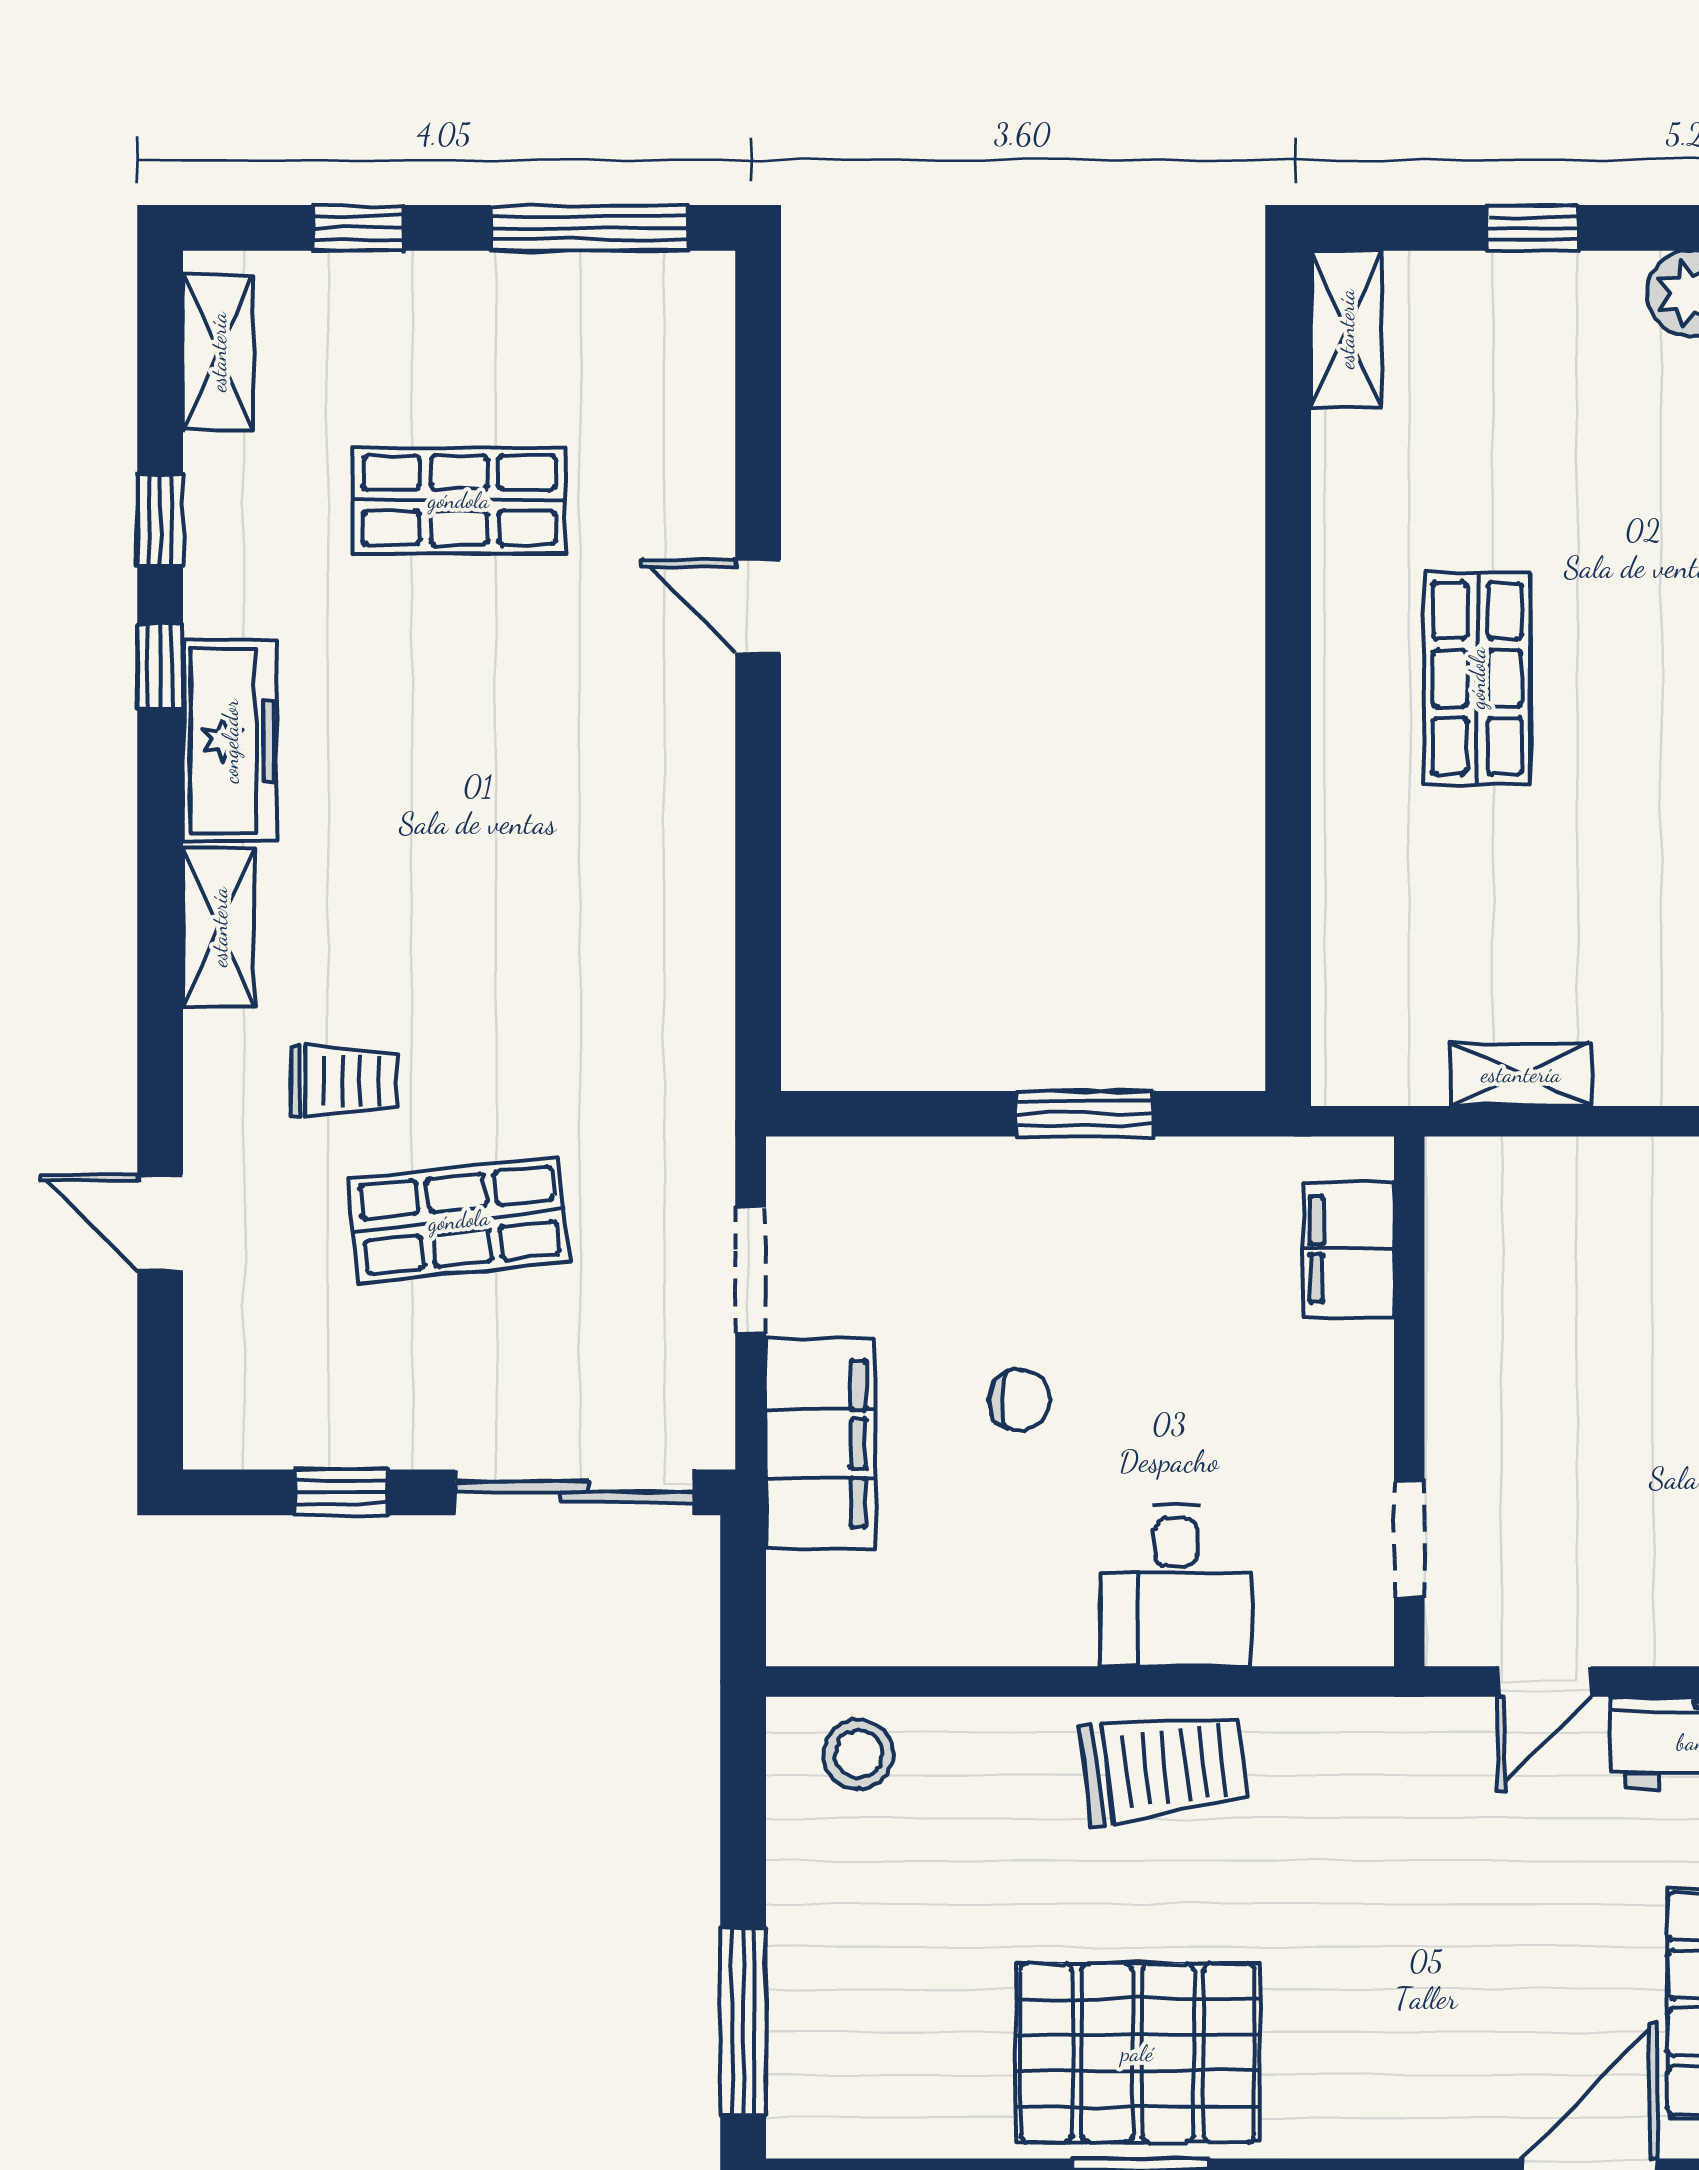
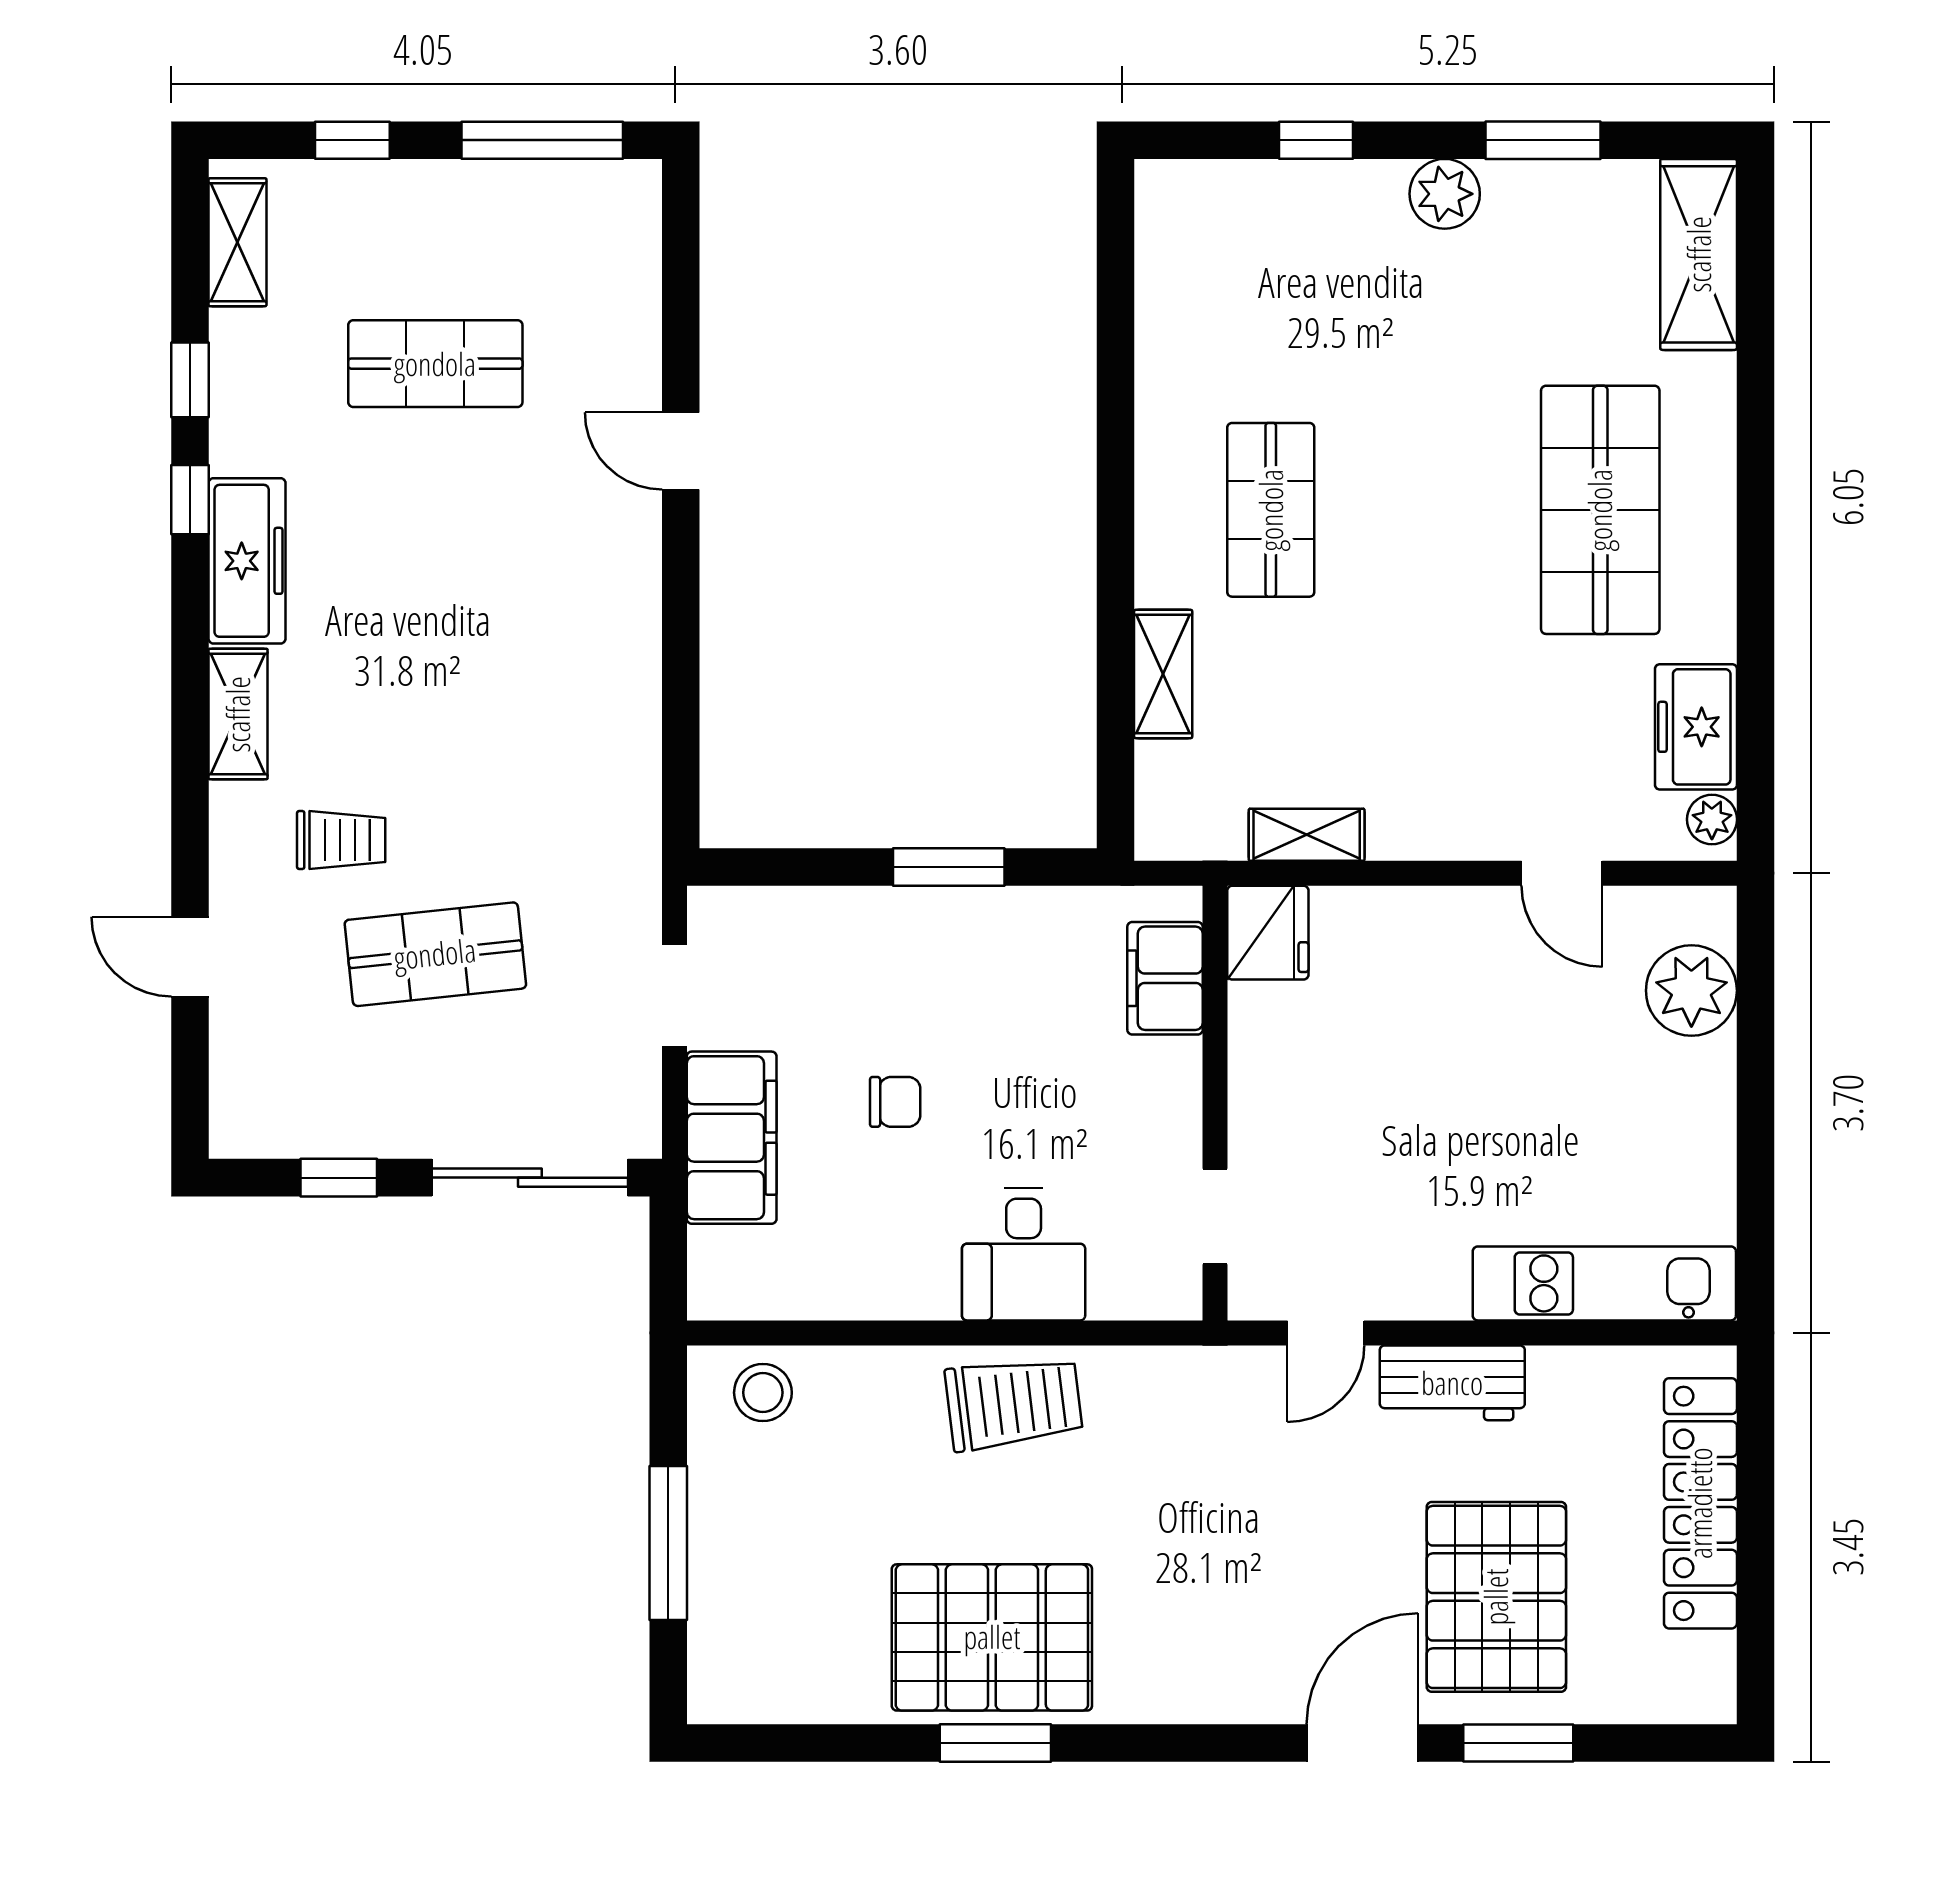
shelving: (1346, 329) -> (1163, 674), moved
fridge: (1474, 1194) -> (1268, 933), added
window: (743, 2022) -> (668, 1543), moved

